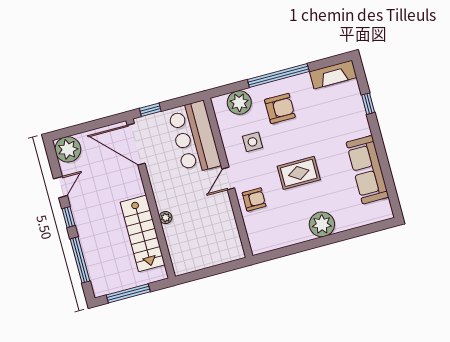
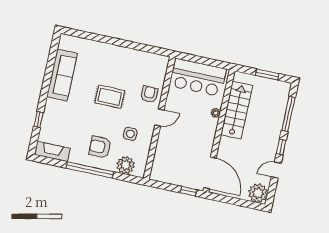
bar counter: (194, 138) -> (198, 77), moved, turned 90
armchair: (254, 199) -> (149, 94), turned 90
plant: (322, 224) -> (112, 54), removed
window: (128, 293) -> (267, 74), width x0.69

